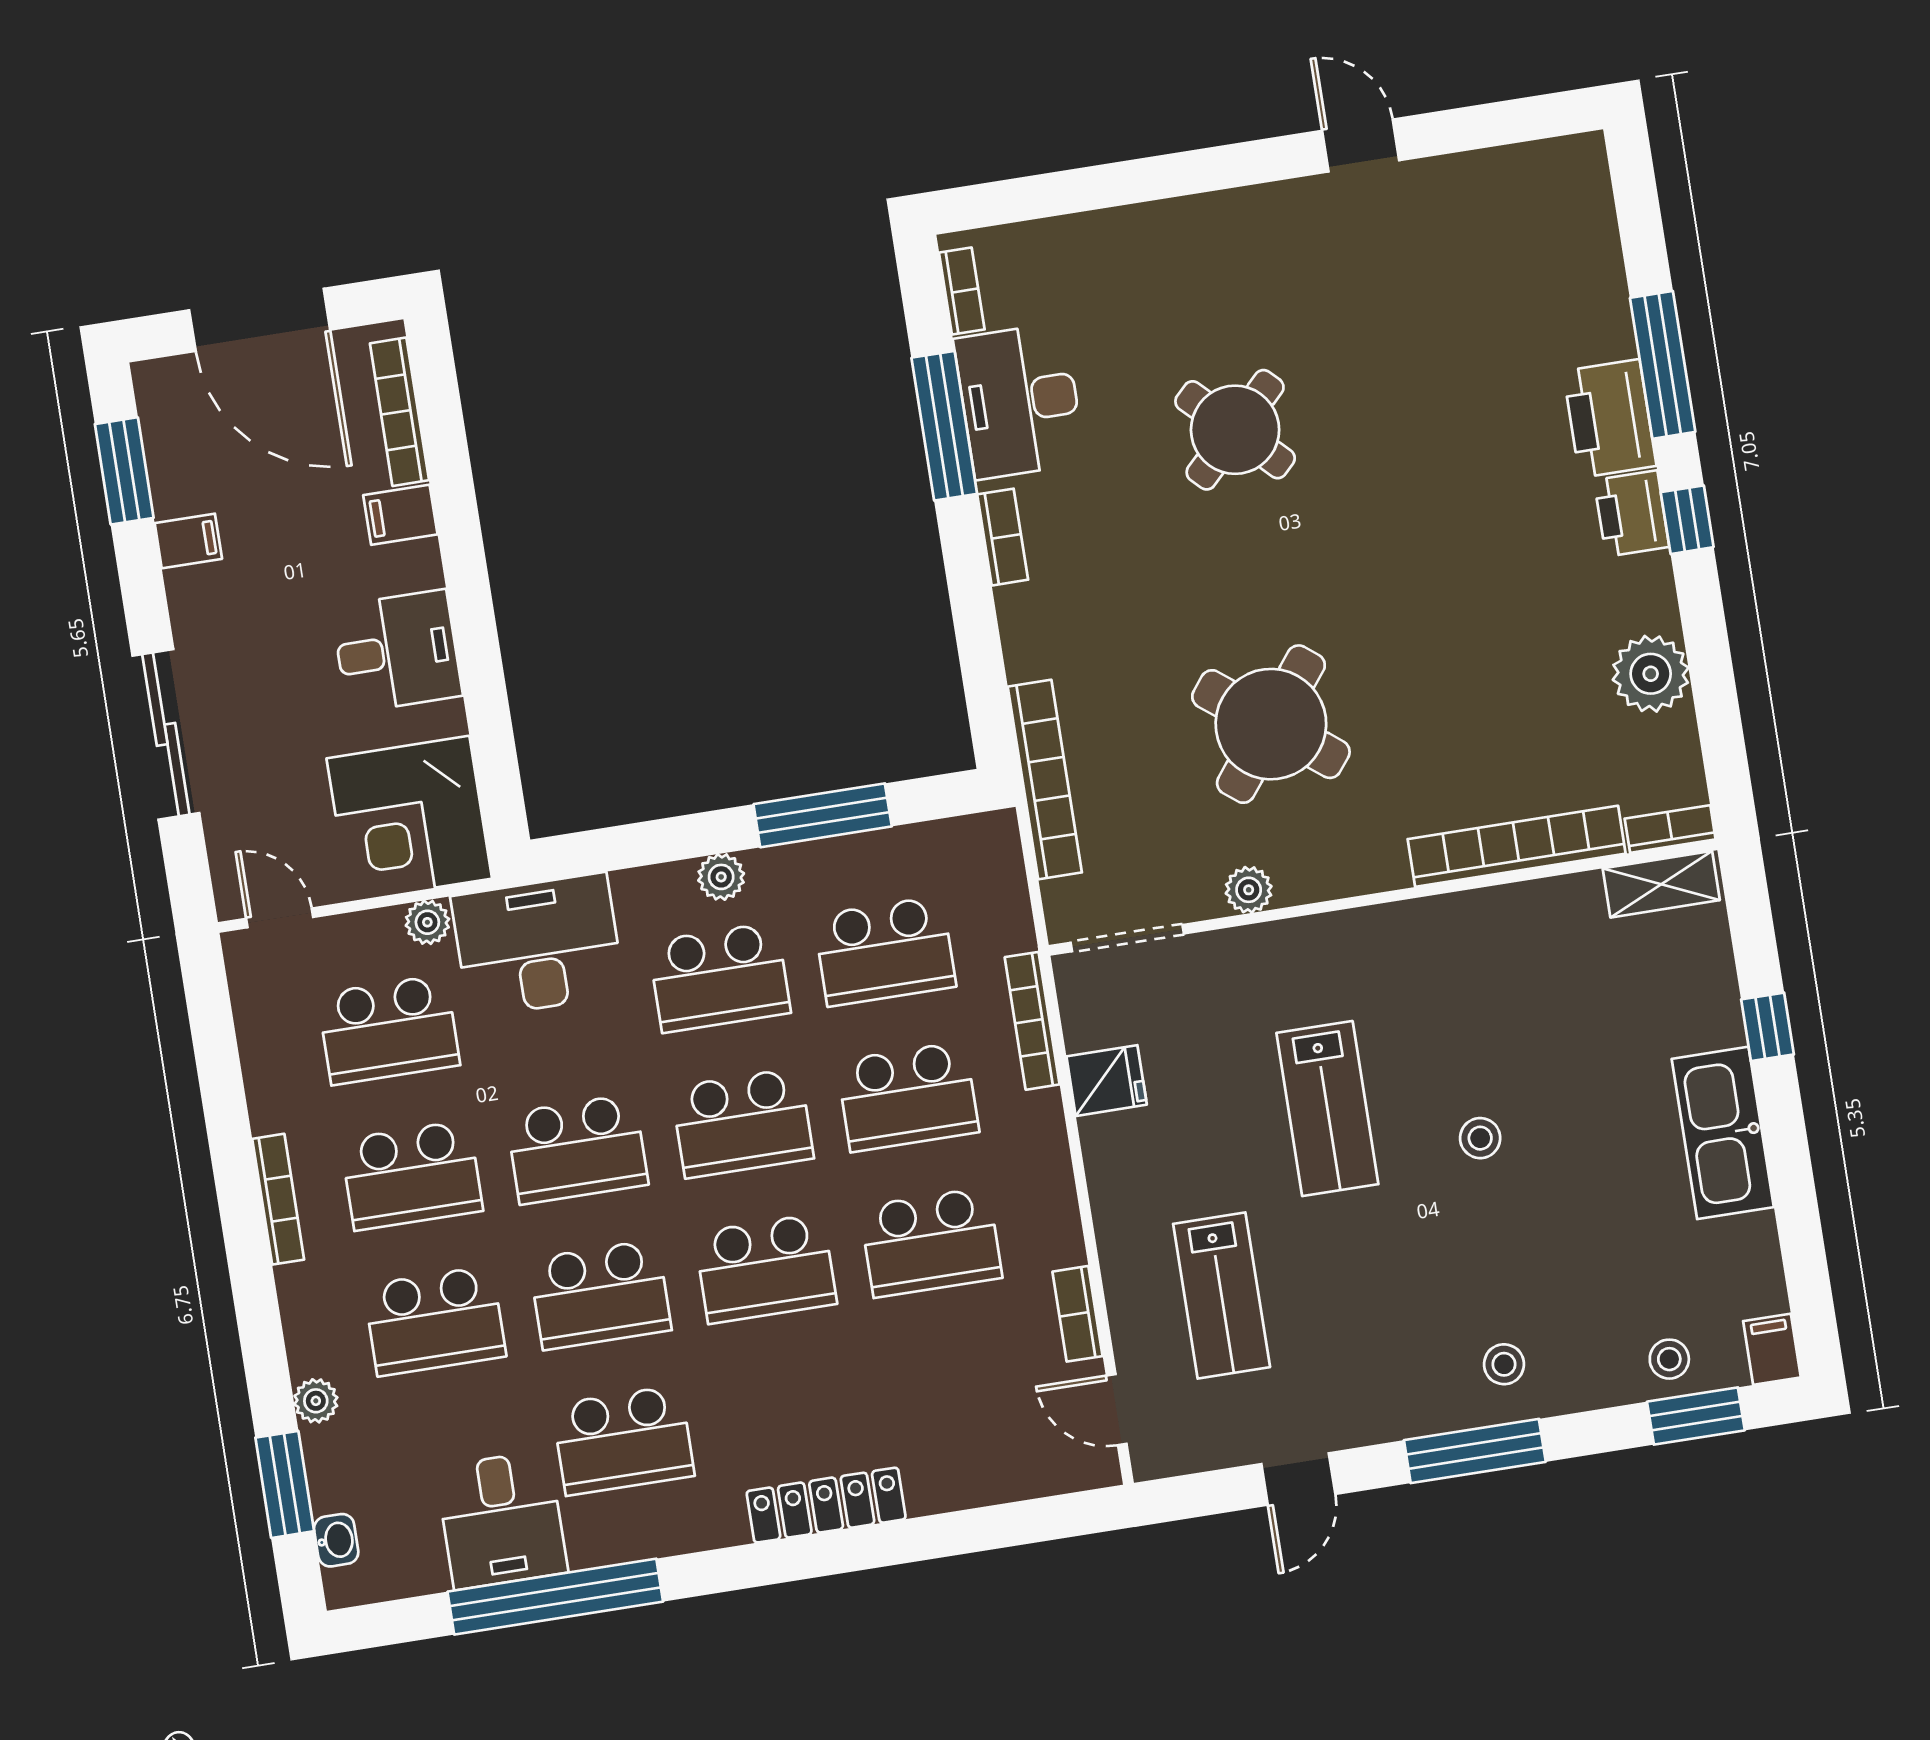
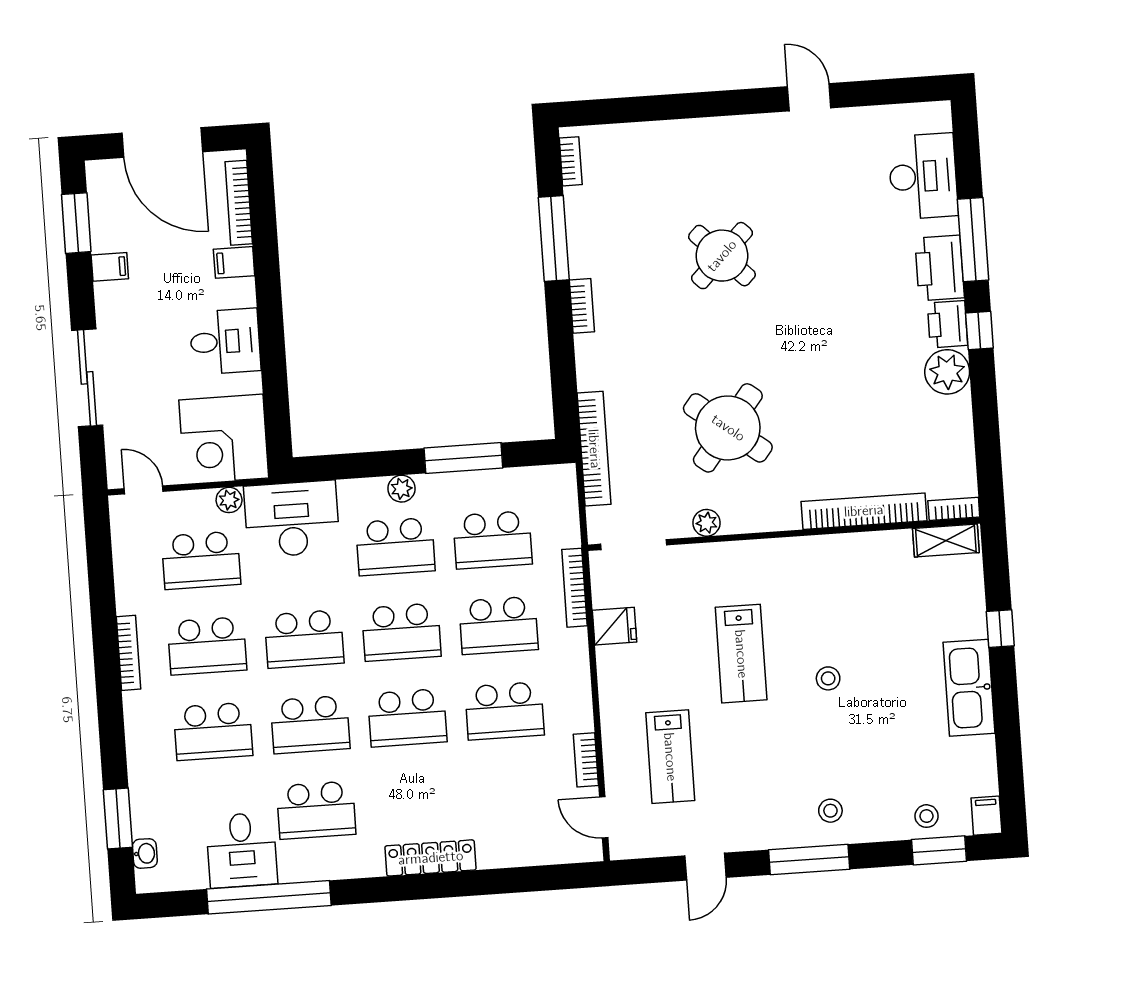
desk: (1020, 401) -> (923, 176), moved, turned 180
plant: (1651, 674) -> (947, 372), moved
plant: (316, 1401) -> (140, 772), removed

